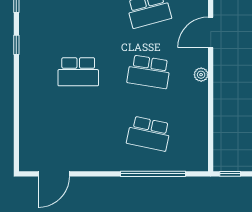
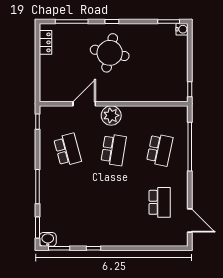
door: (211, 32) -> (84, 104), swing flipped
school desk: (78, 72) -> (160, 202), moved
plant: (201, 75) -> (111, 115), width x1.87, depth x1.87

